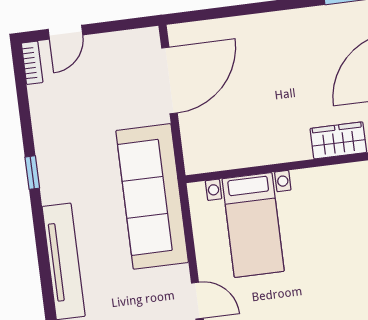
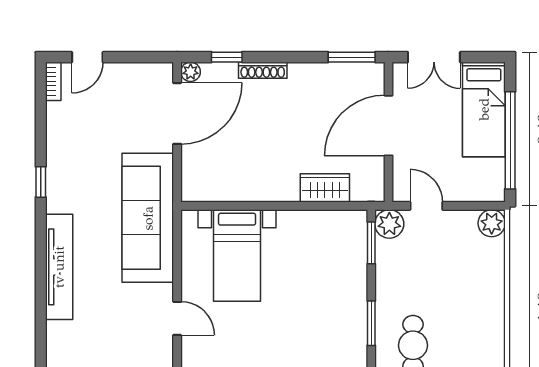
window: (215, 13) -> (227, 57), added
shoe rack: (256, 22) -> (263, 70), added
plant: (178, 34) -> (191, 72), added

